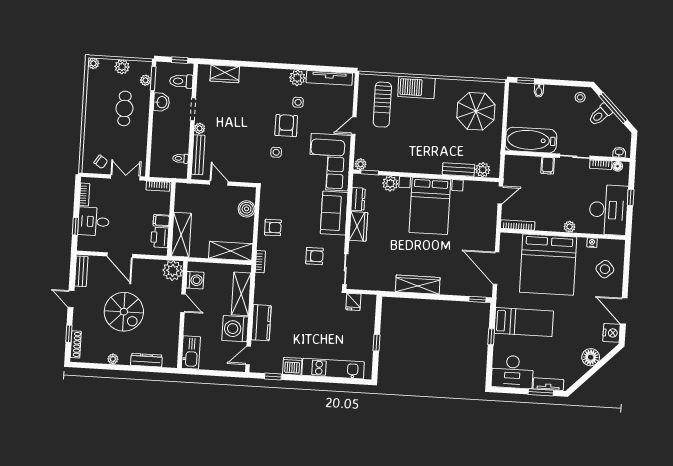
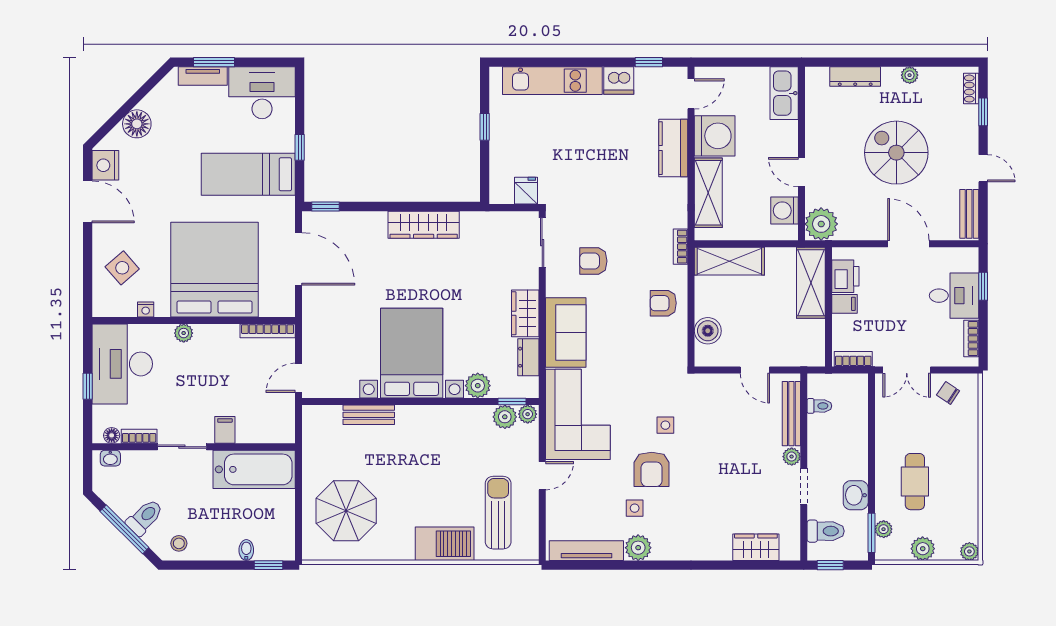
plant: (483, 170) -> (505, 417), moved
shoe rack: (76, 344) -> (971, 89), width x0.70

